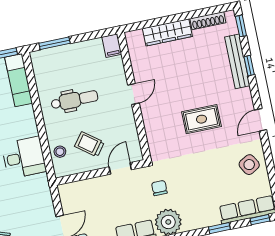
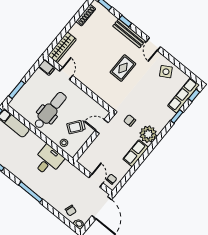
wardrobe: (167, 32) -> (62, 47), moved
bench: (237, 61) -> (129, 33), moved
door: (133, 94) -> (66, 73), moved
dental chair: (75, 100) -> (50, 110), width x1.36, depth x1.38
door: (120, 168) -> (102, 126), hinge flipped

